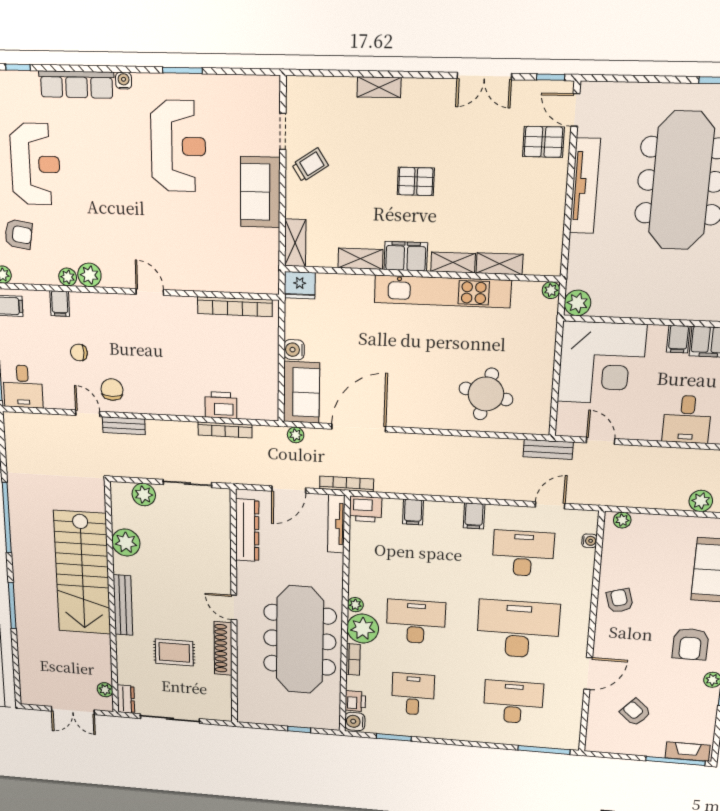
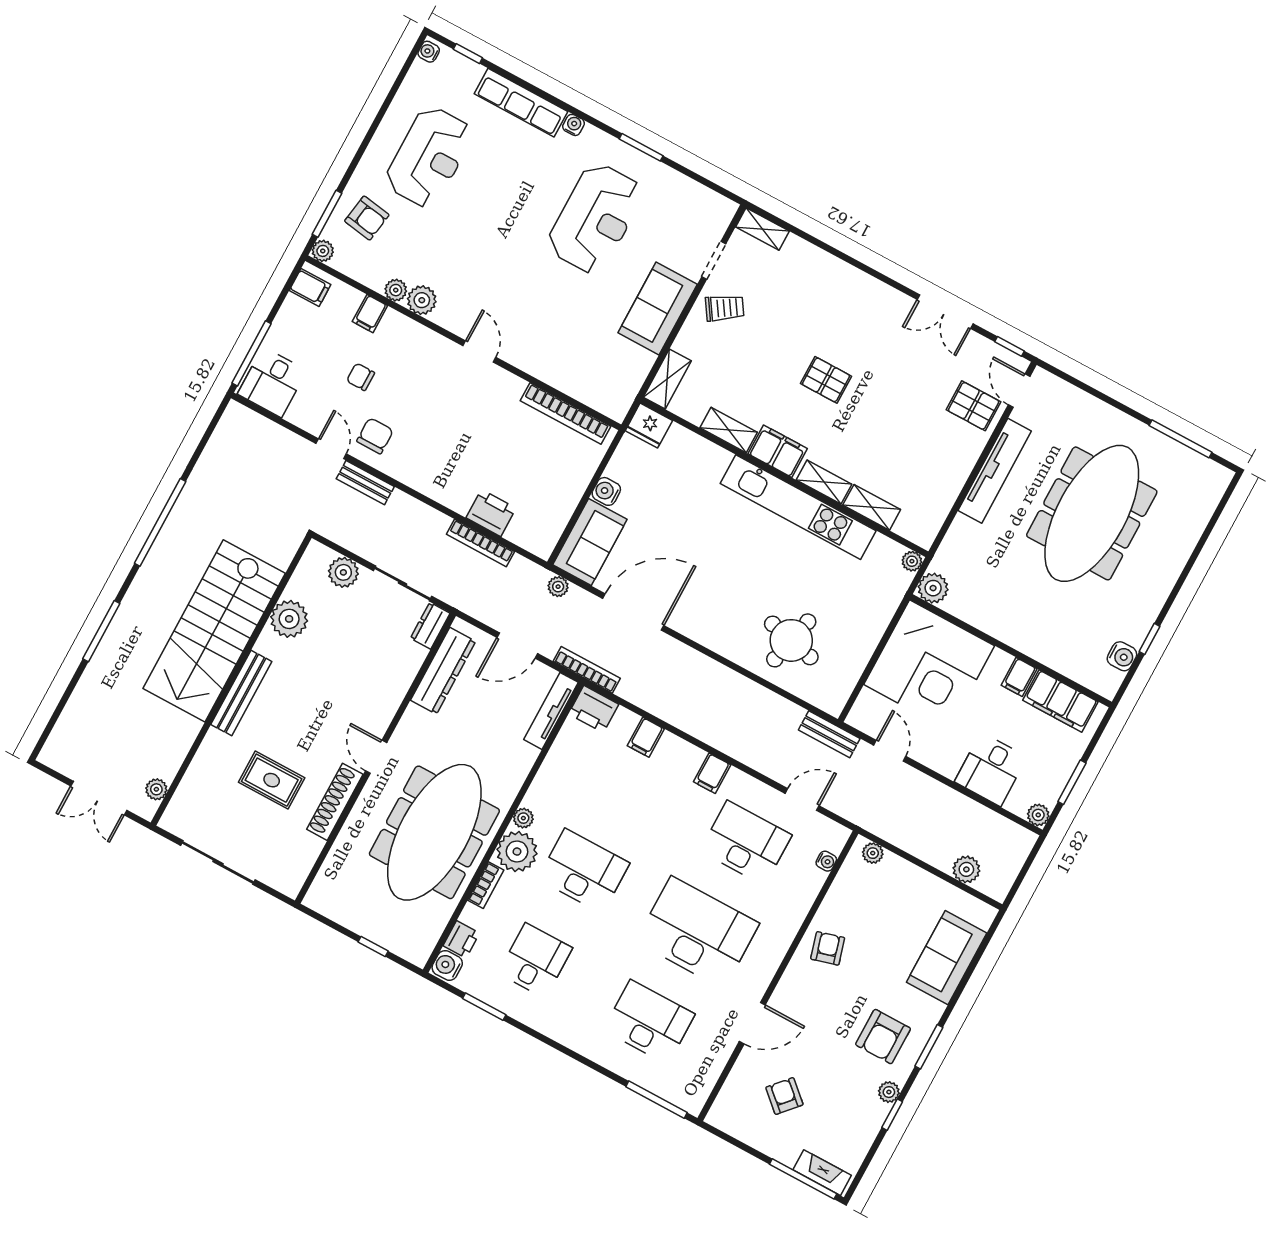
shelving: (379, 87) -> (762, 229), moved
dresser: (126, 699) -> (430, 626), moved, turned 180

